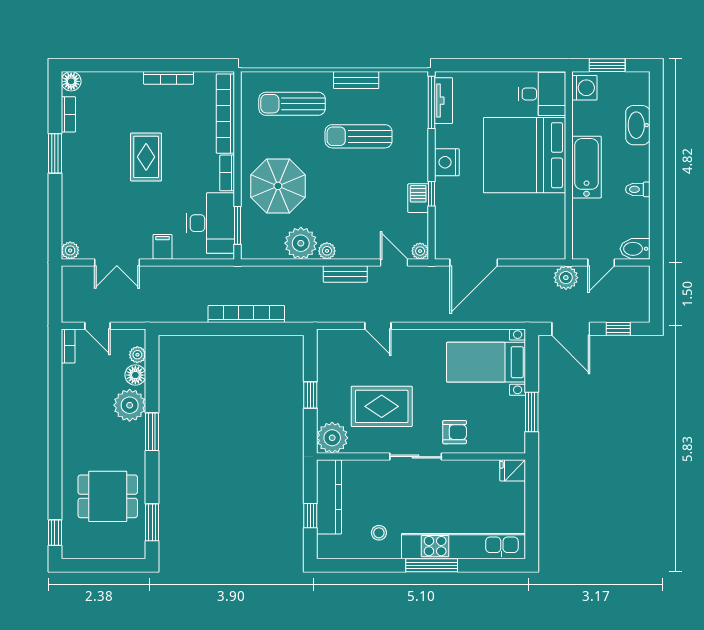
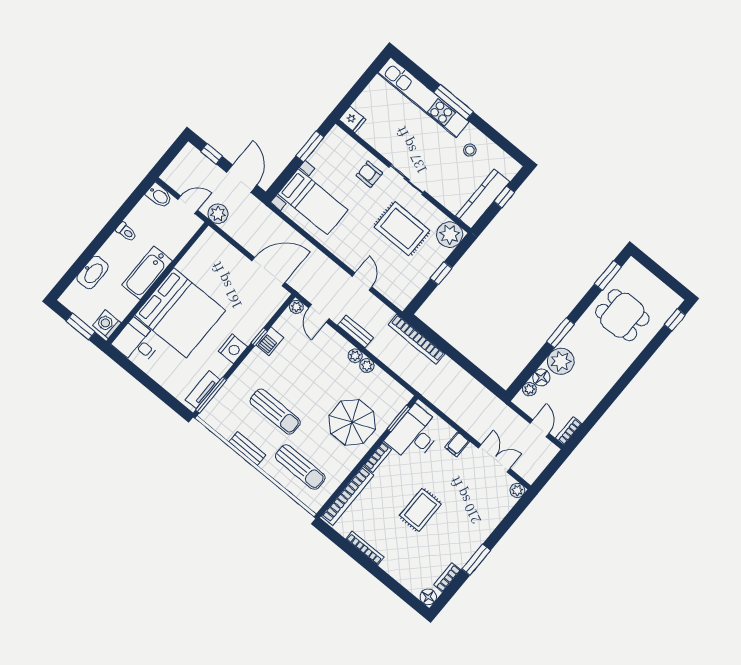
plant: (301, 243) -> (367, 366), width x0.53, depth x0.53
bookcase: (246, 314) -> (416, 339), moved

